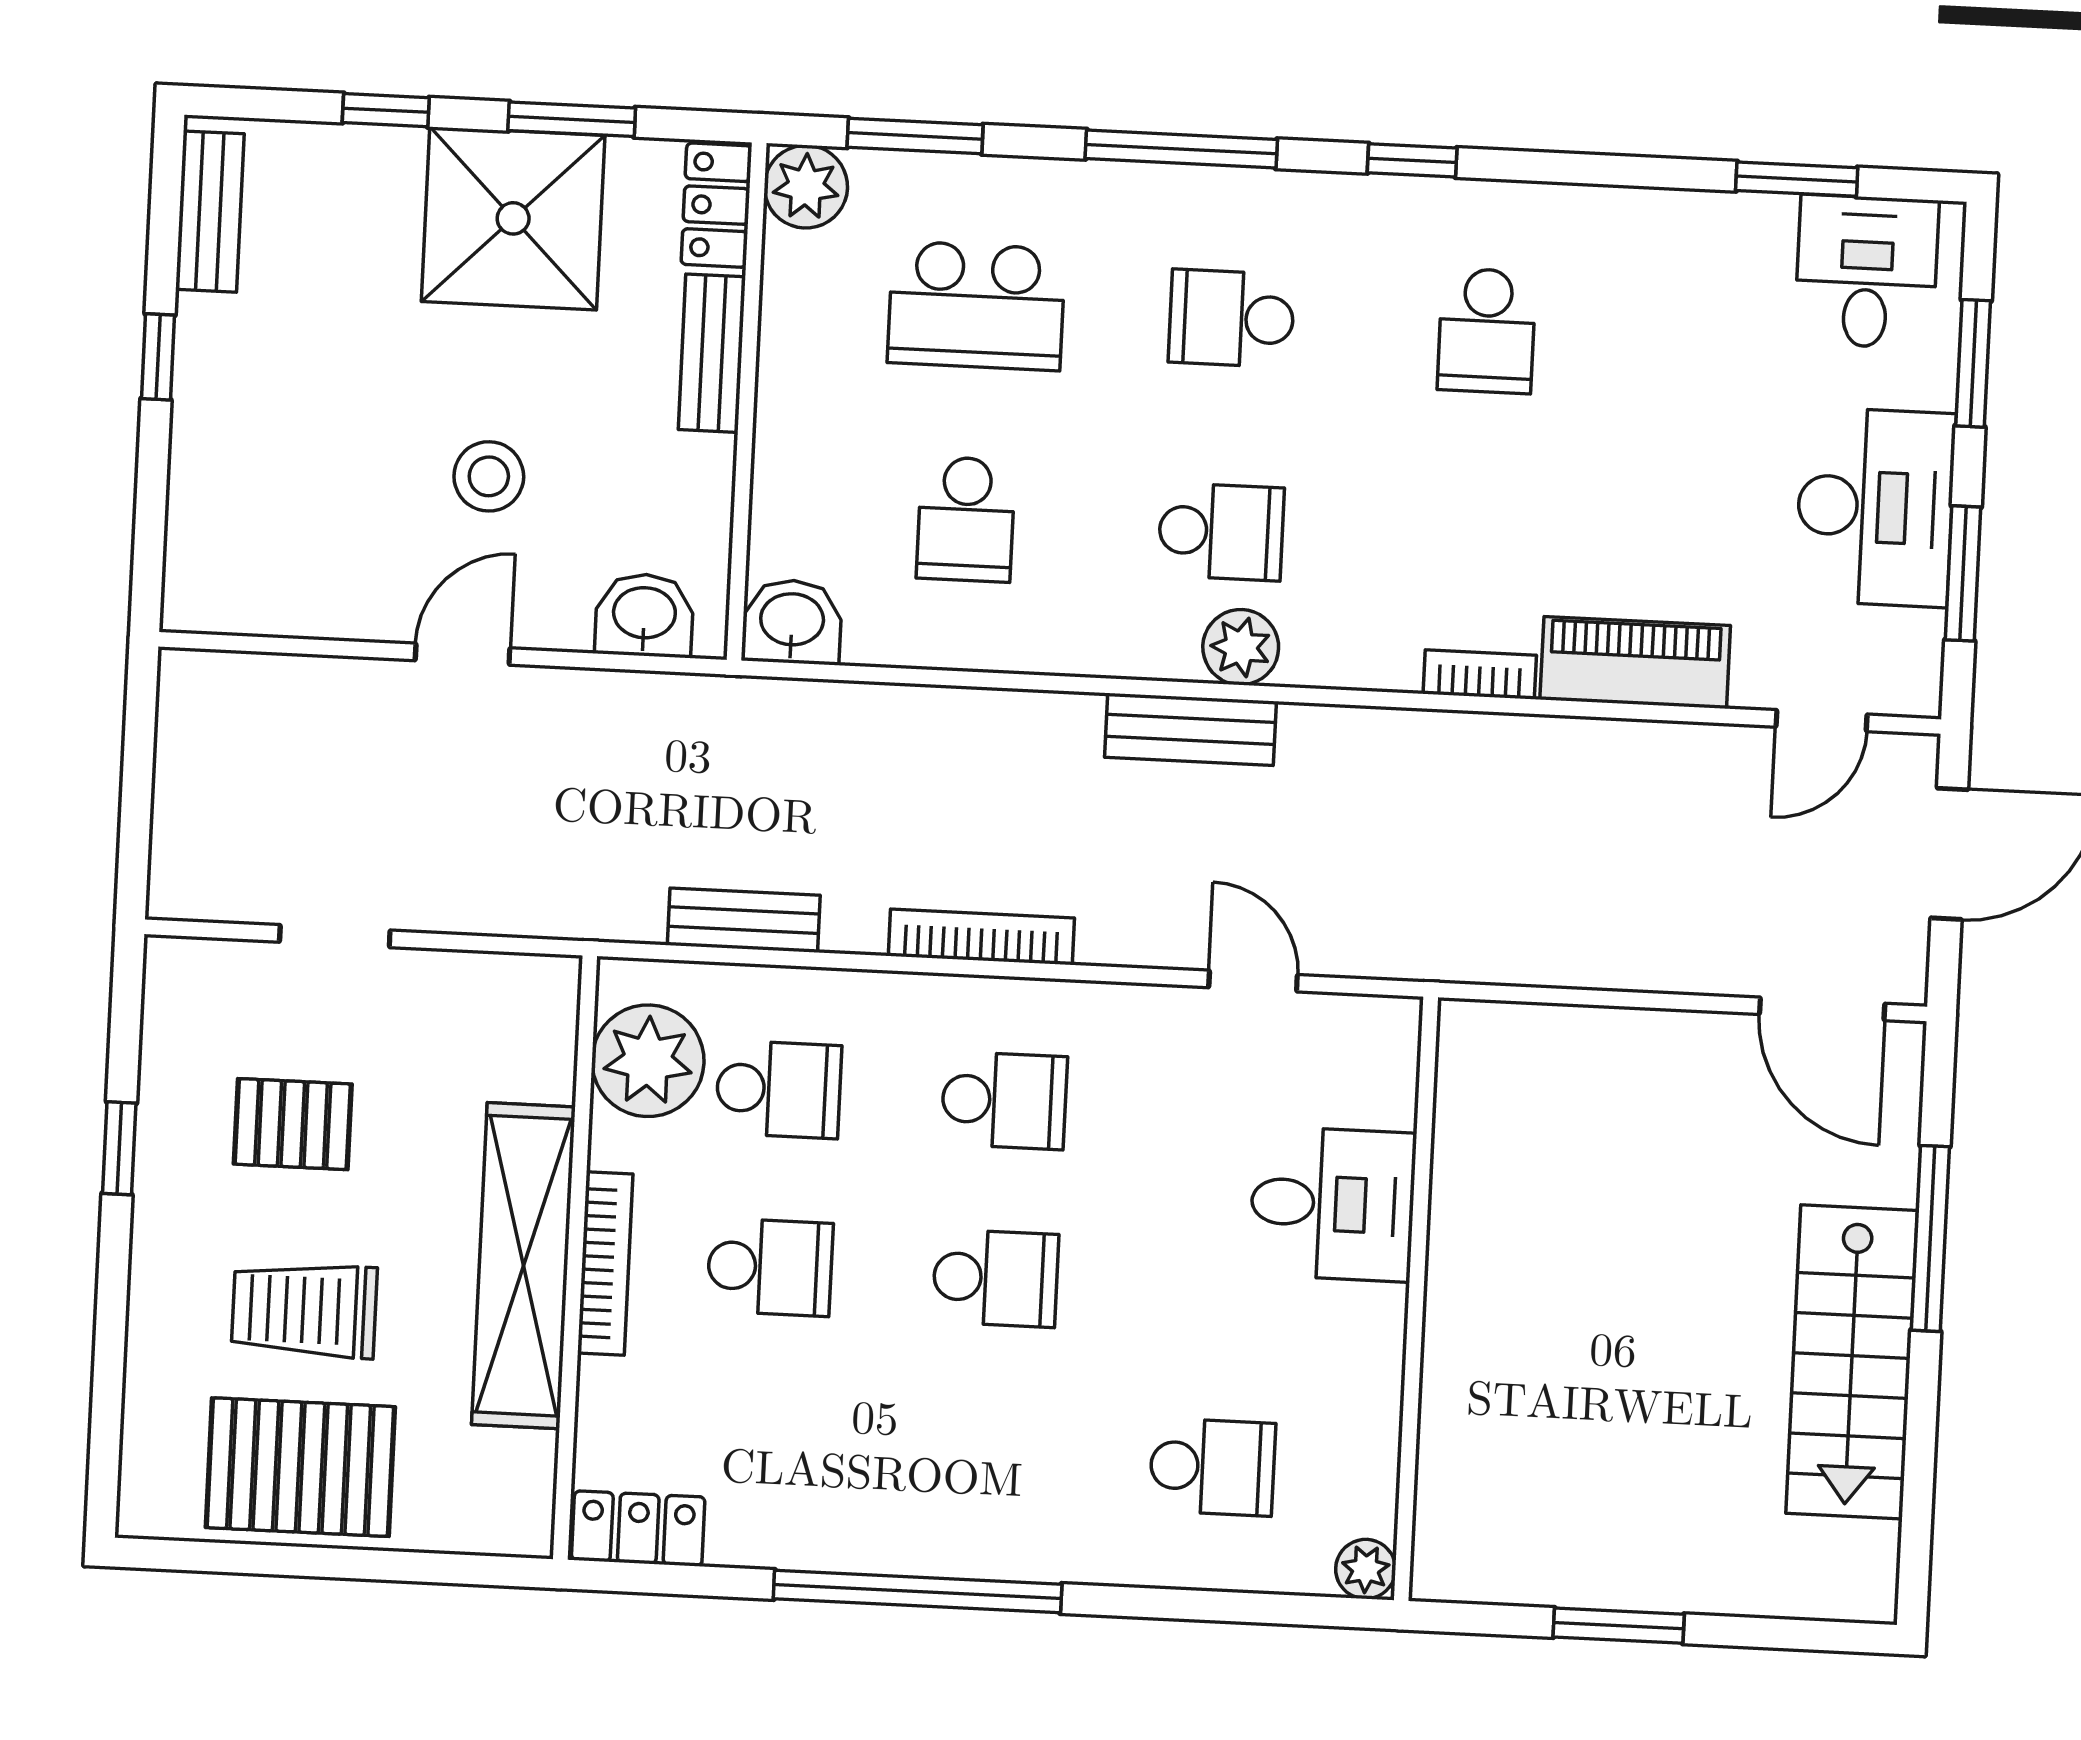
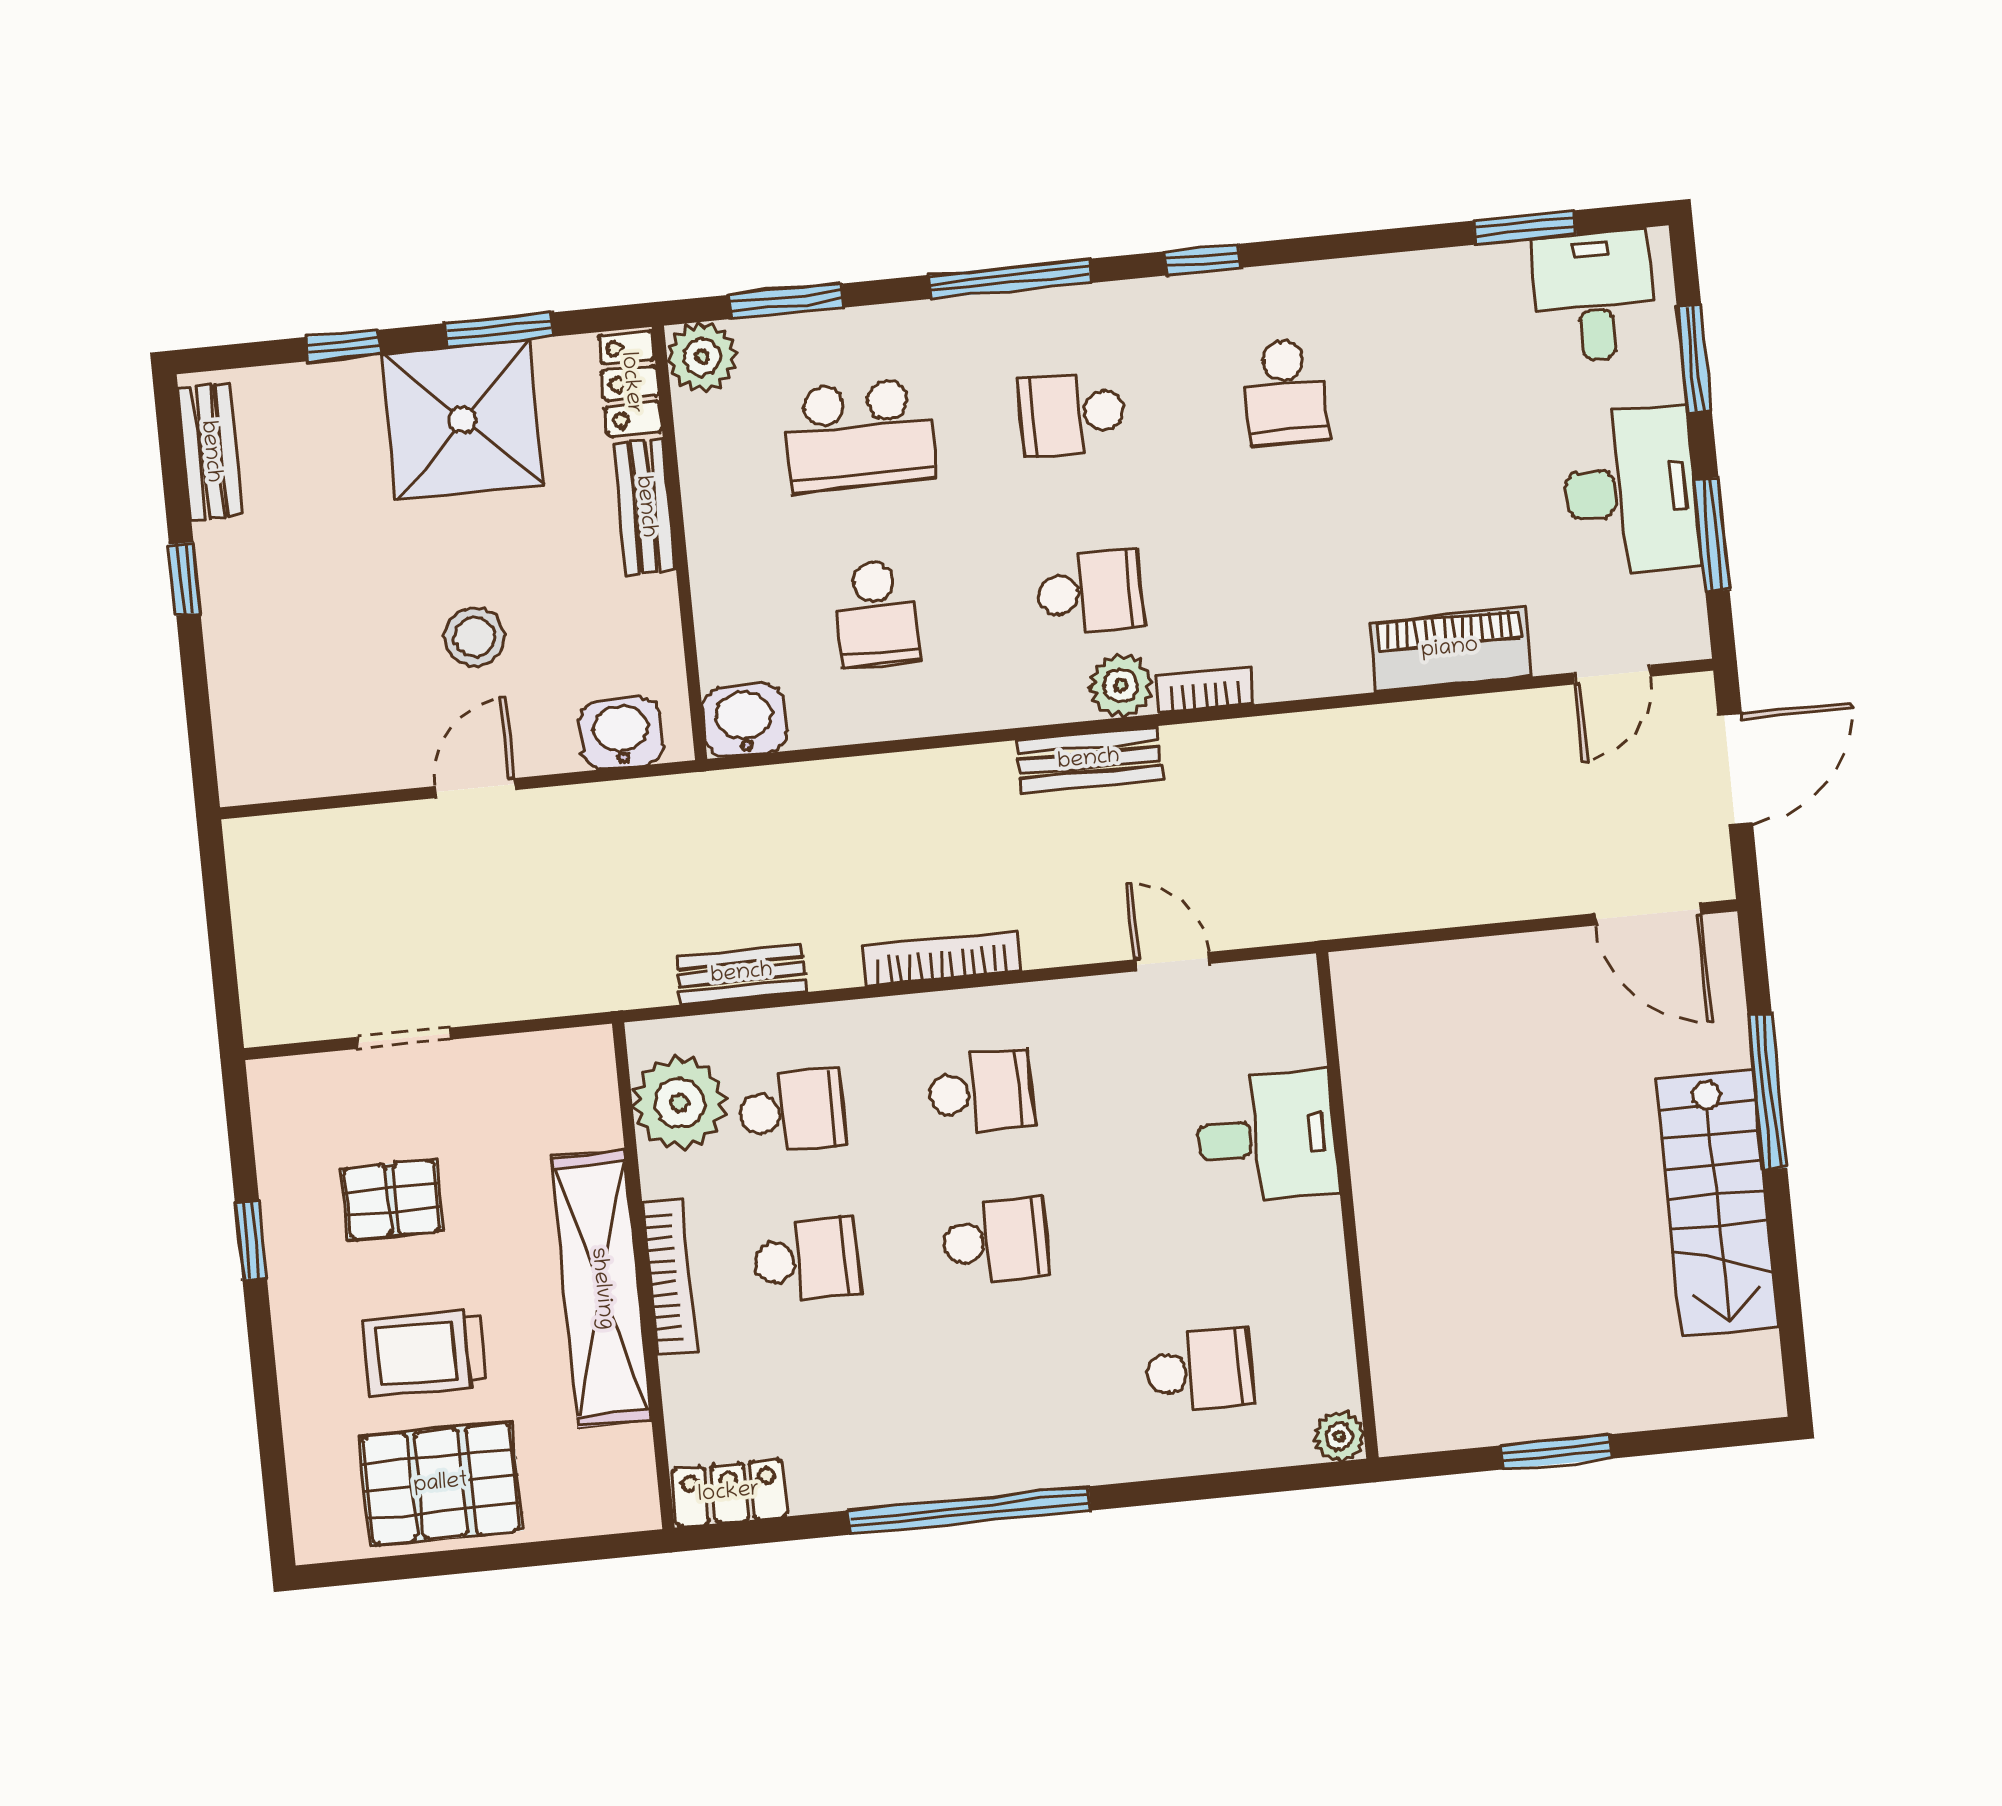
bookcase: (1480, 675) -> (1205, 690), moved

